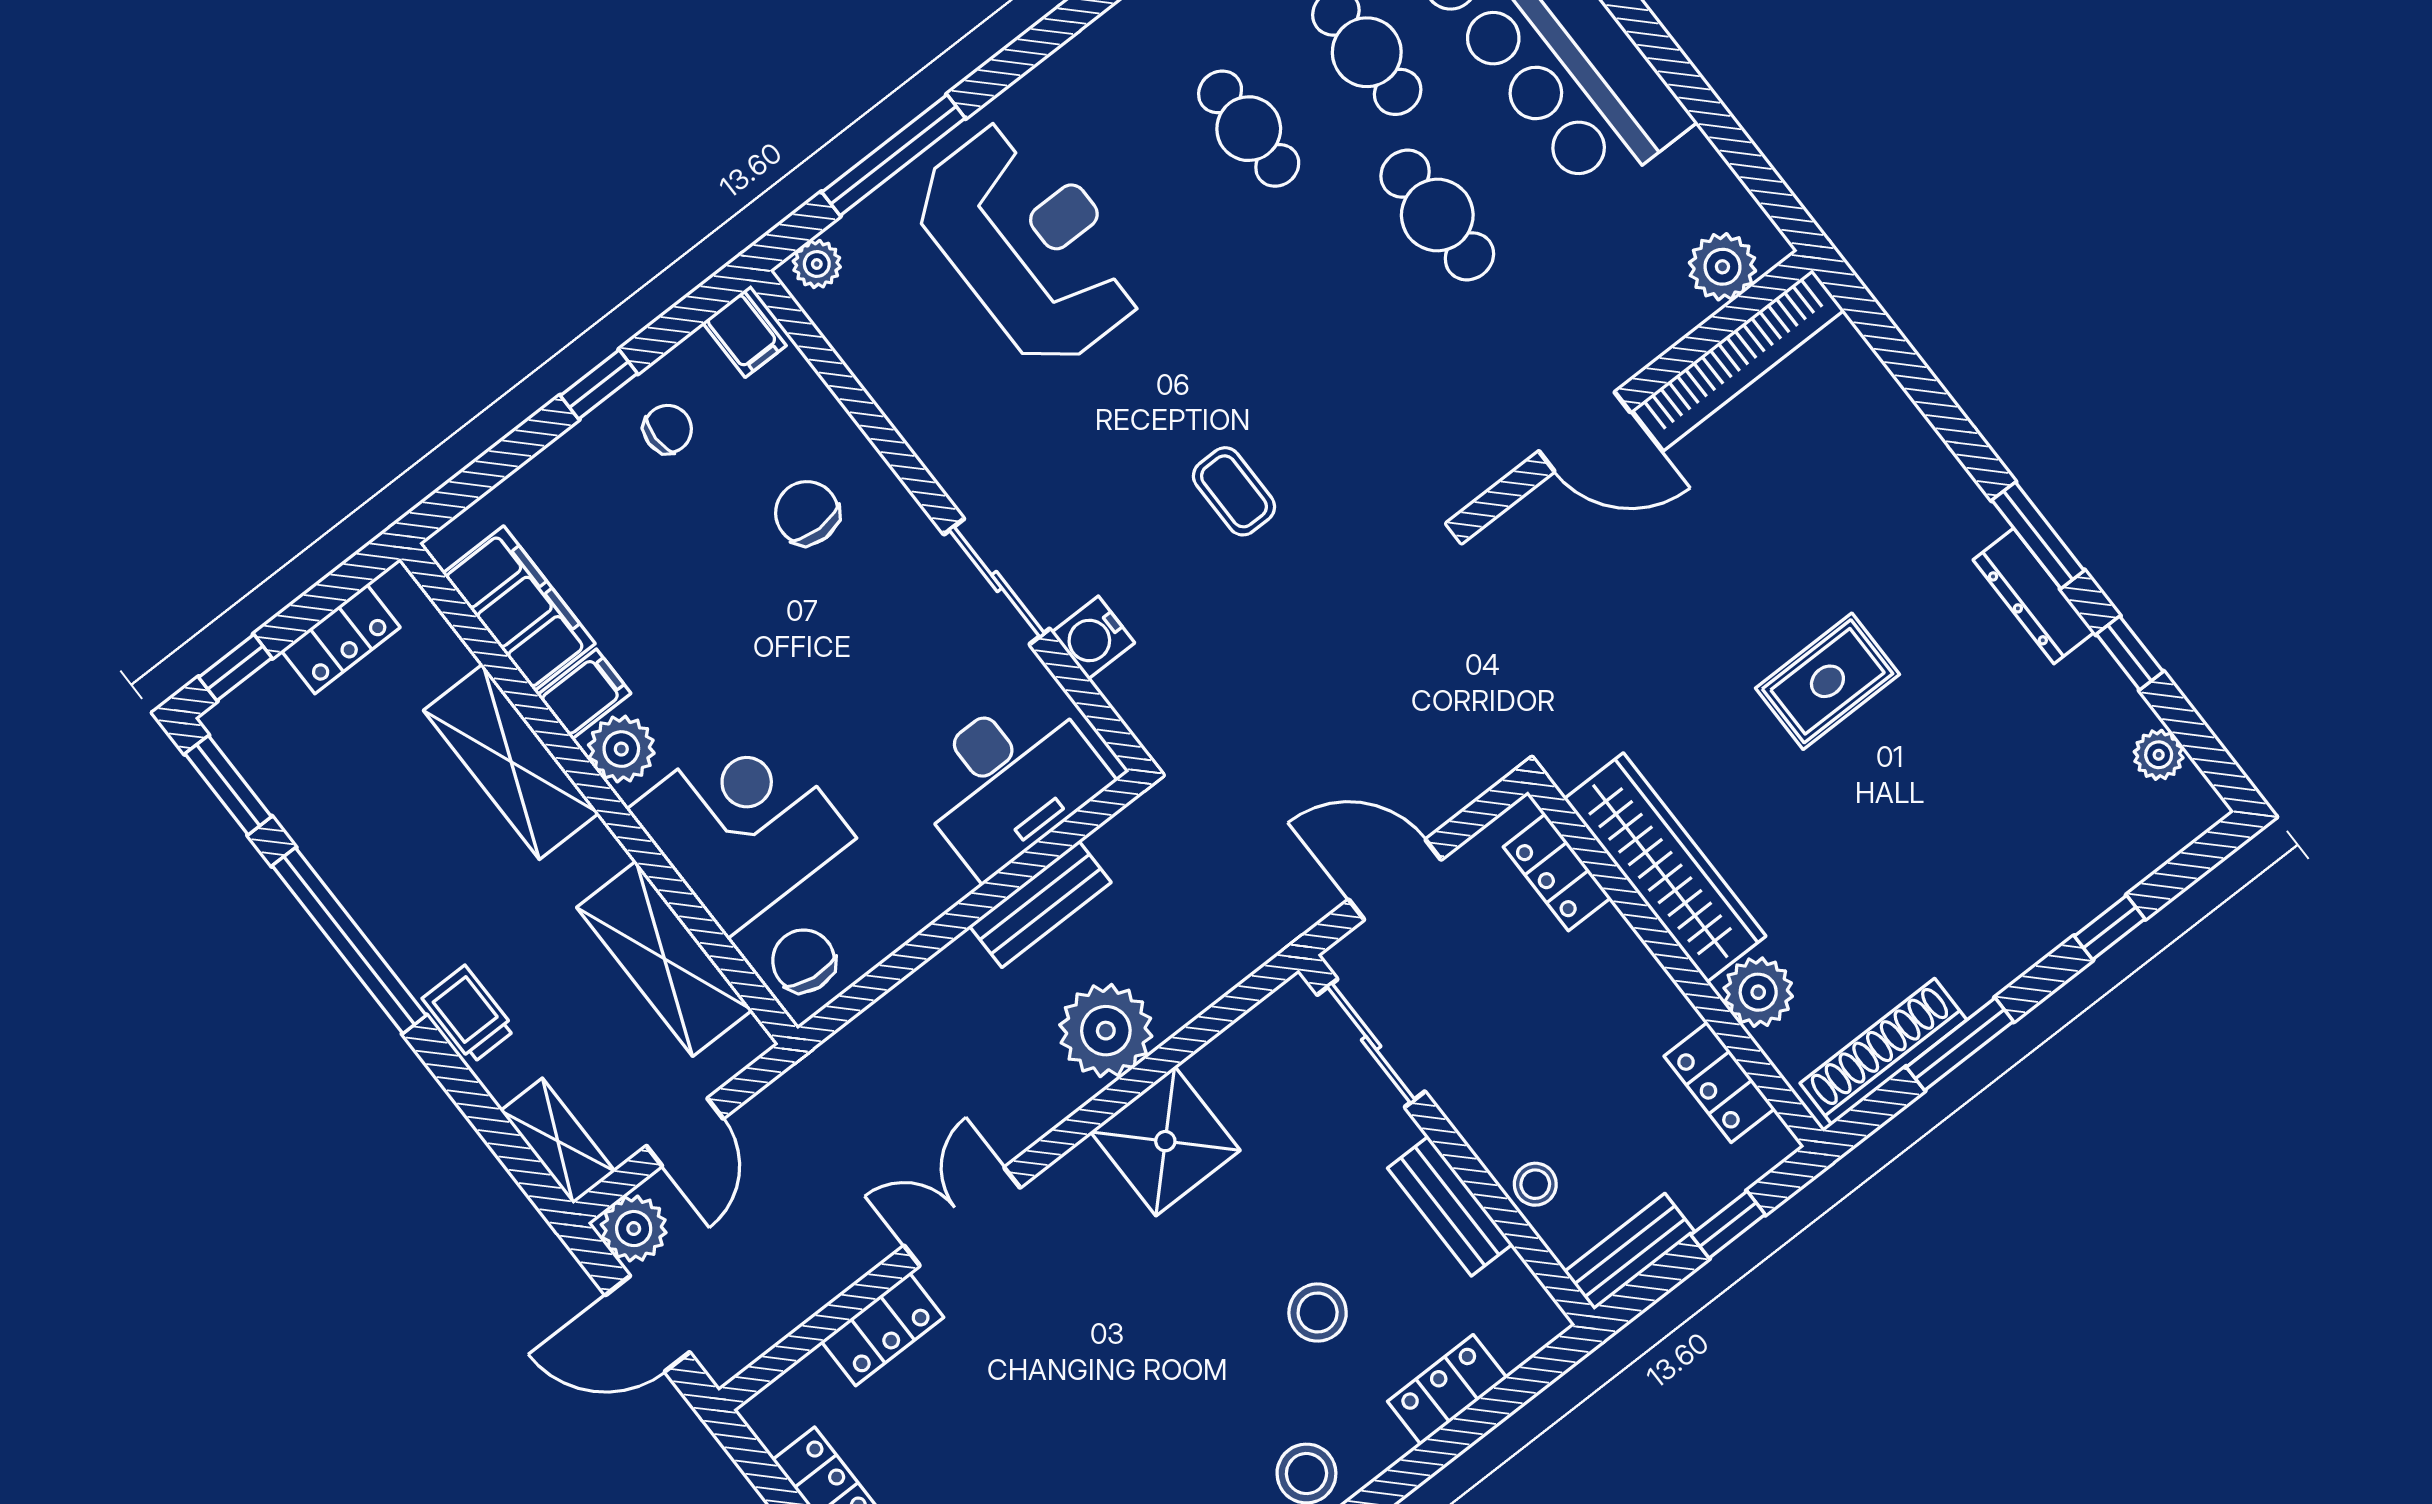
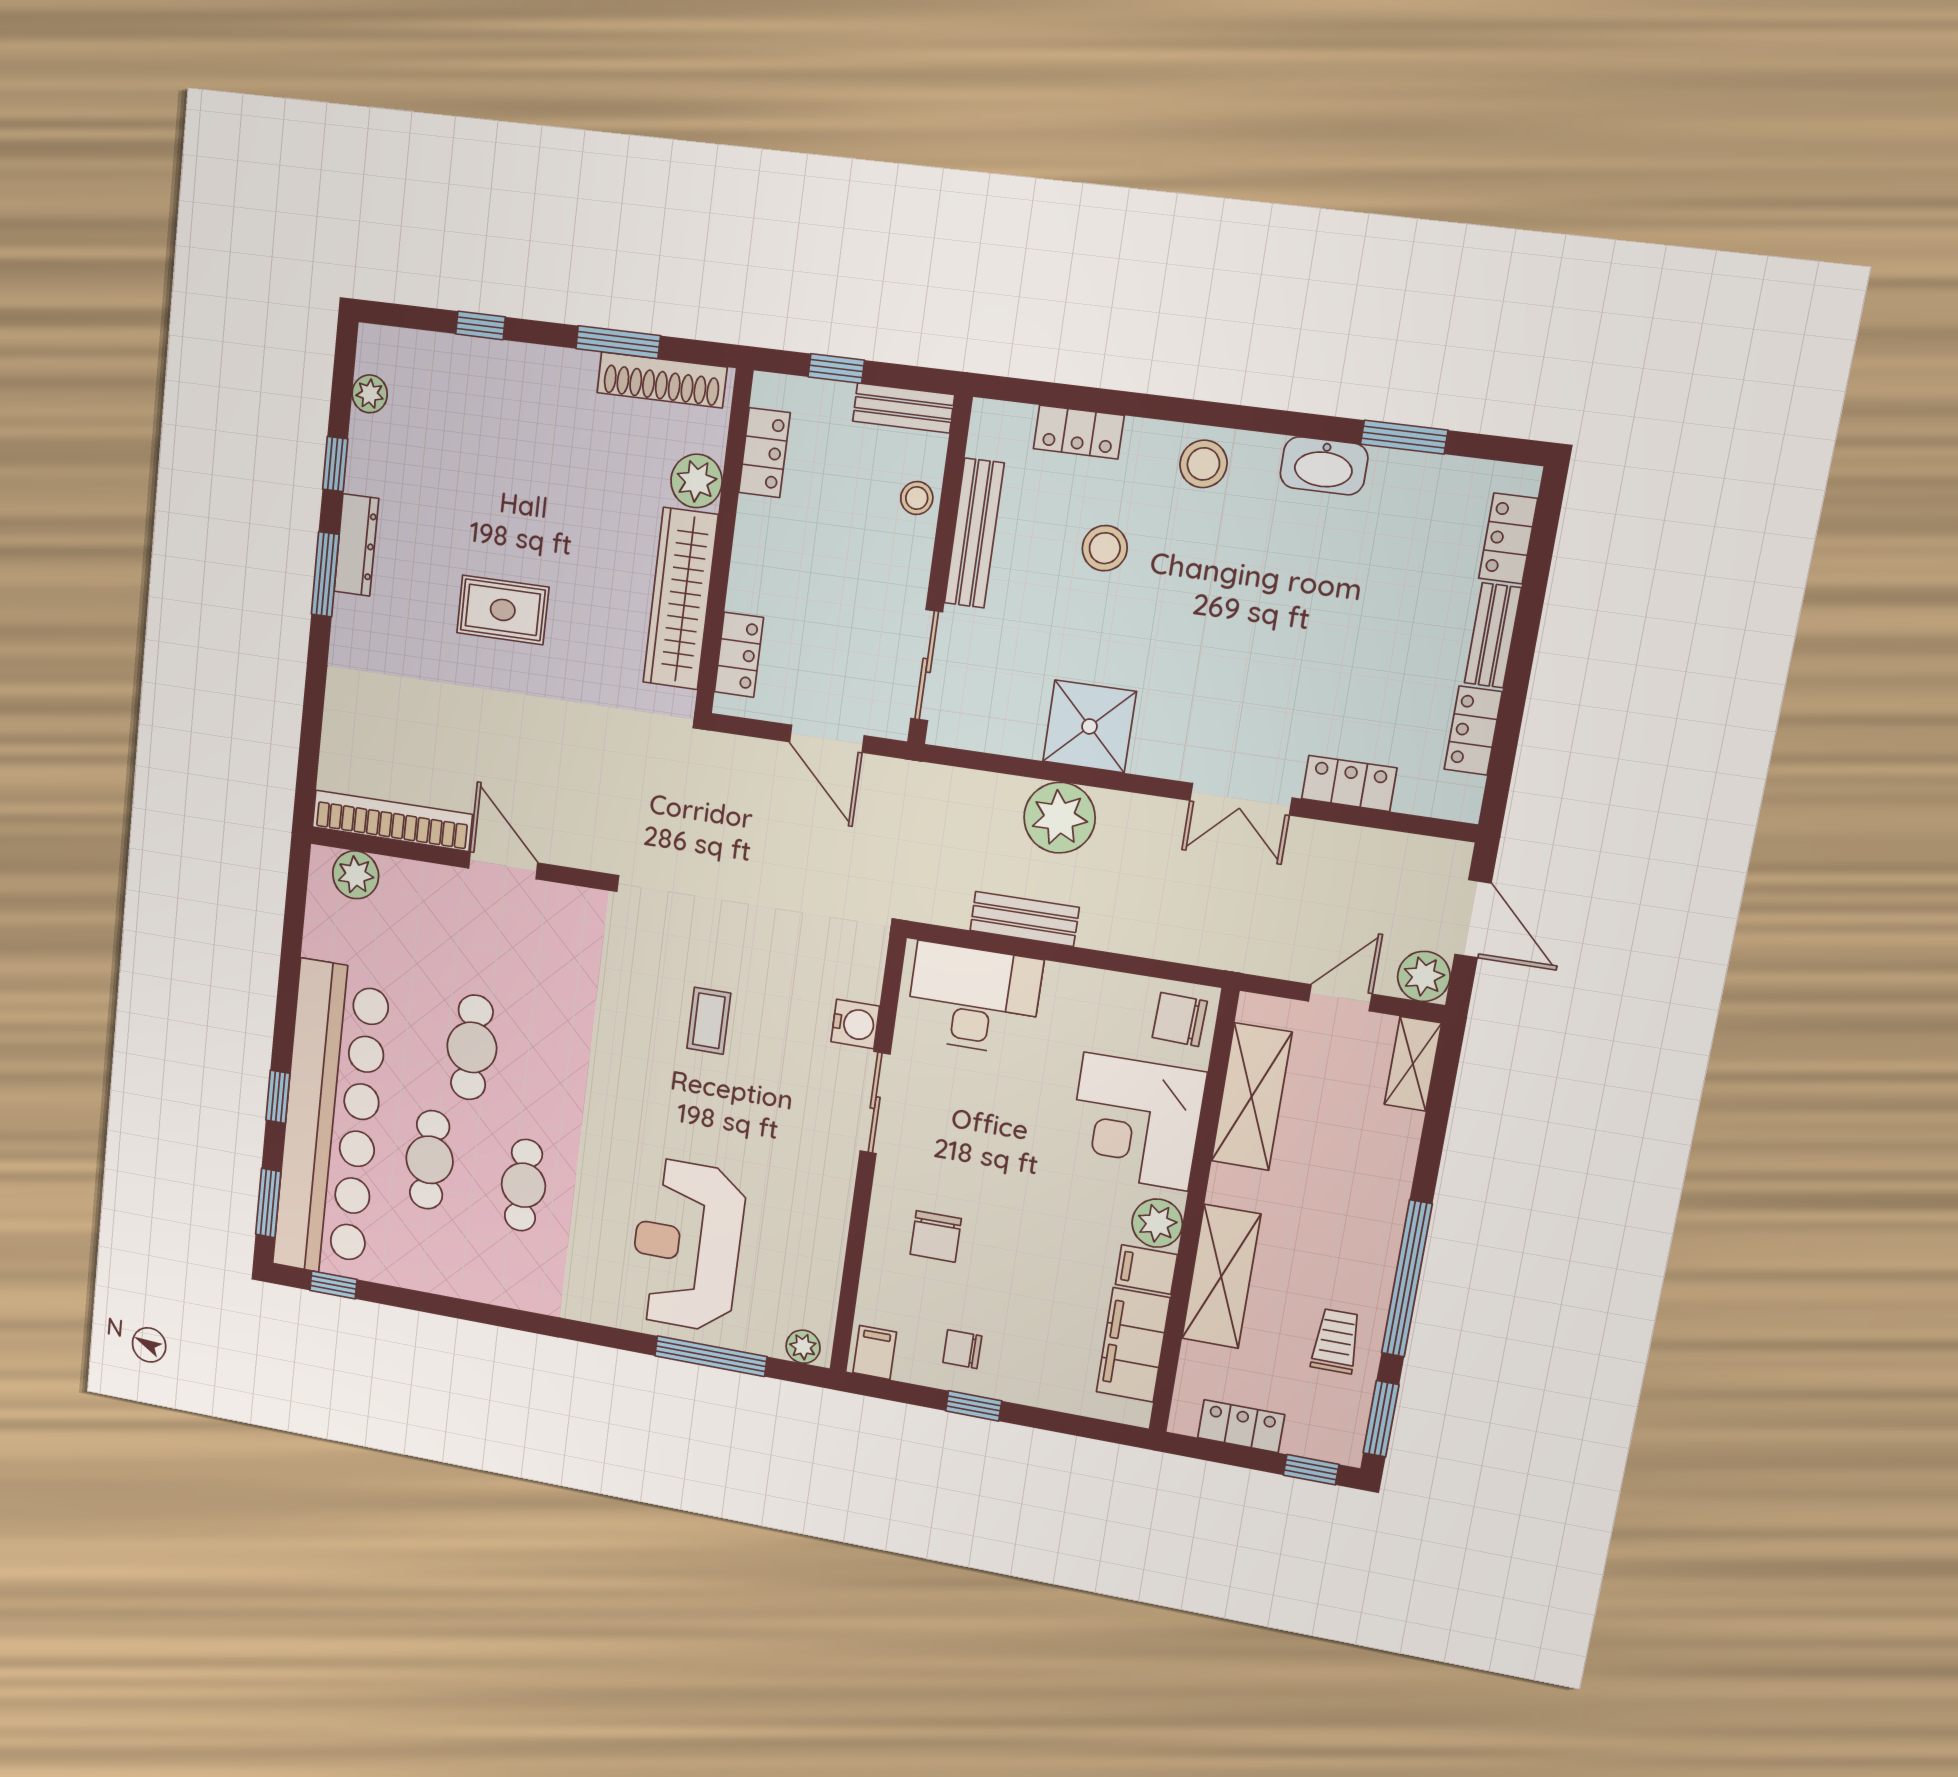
chair: (804, 961) -> (1180, 1019), turned 85
trolley: (469, 1014) -> (1336, 1341), moved, turned 180
bench: (1450, 1206) -> (974, 533), width x1.36

